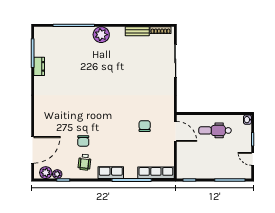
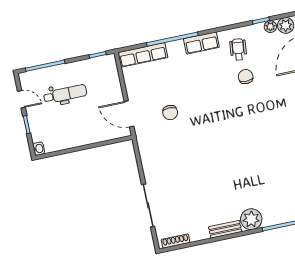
bench: (137, 31) -> (225, 229), moved
dental chair: (215, 130) -> (65, 94), moved

